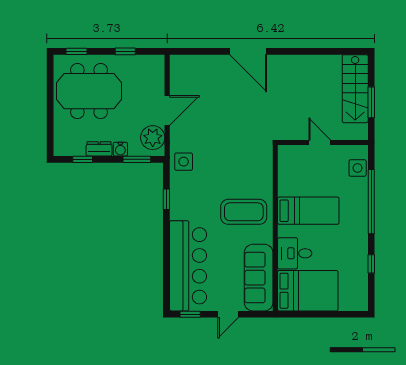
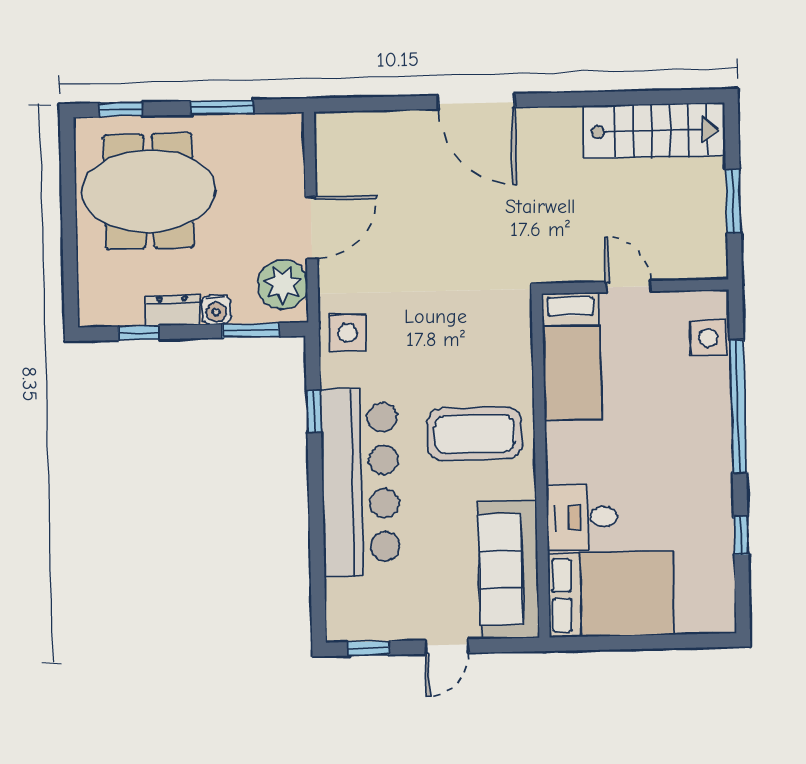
window: (125, 51) -> (222, 107), width x1.50
stairs: (355, 89) -> (654, 131), moved, turned -90
bed: (308, 211) -> (572, 356), moved, turned 90
bar counter: (188, 266) -> (360, 482), moved

